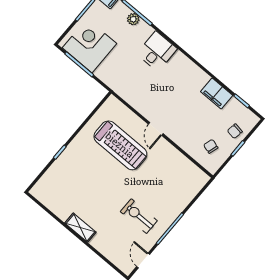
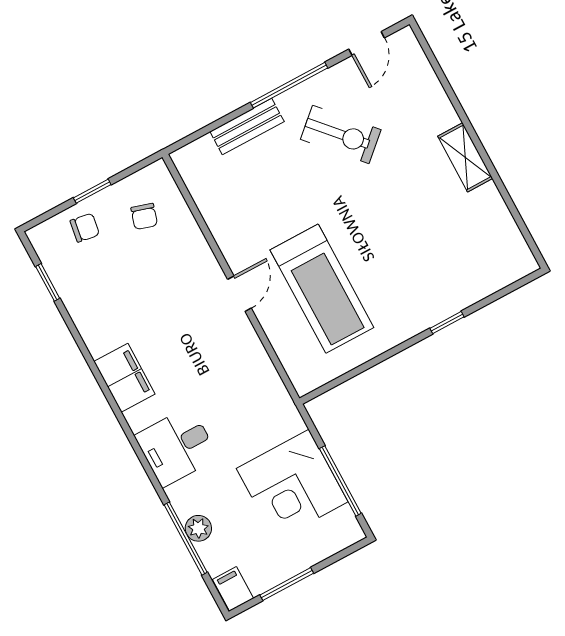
corner desk: (89, 46) -> (292, 485), moved
filing cabinet: (217, 93) -> (124, 378), moved
treadmill: (120, 145) -> (322, 289), turned 180
bench: (181, 203) -> (247, 127), added
exercise bike: (139, 216) -> (341, 134), turned -42

